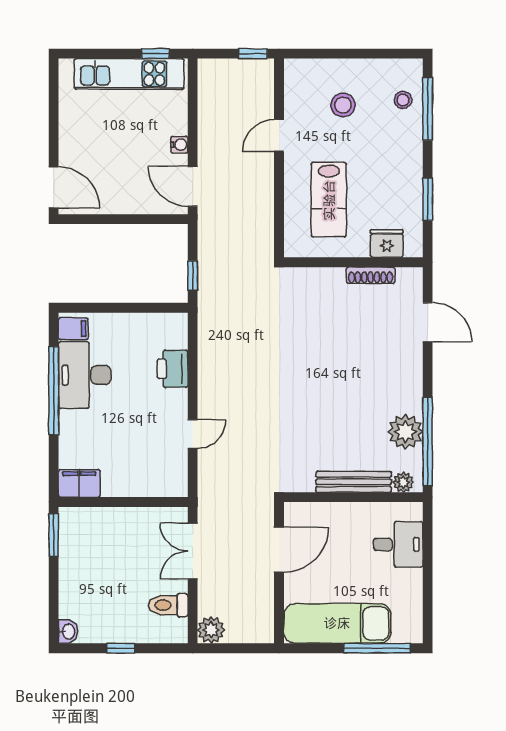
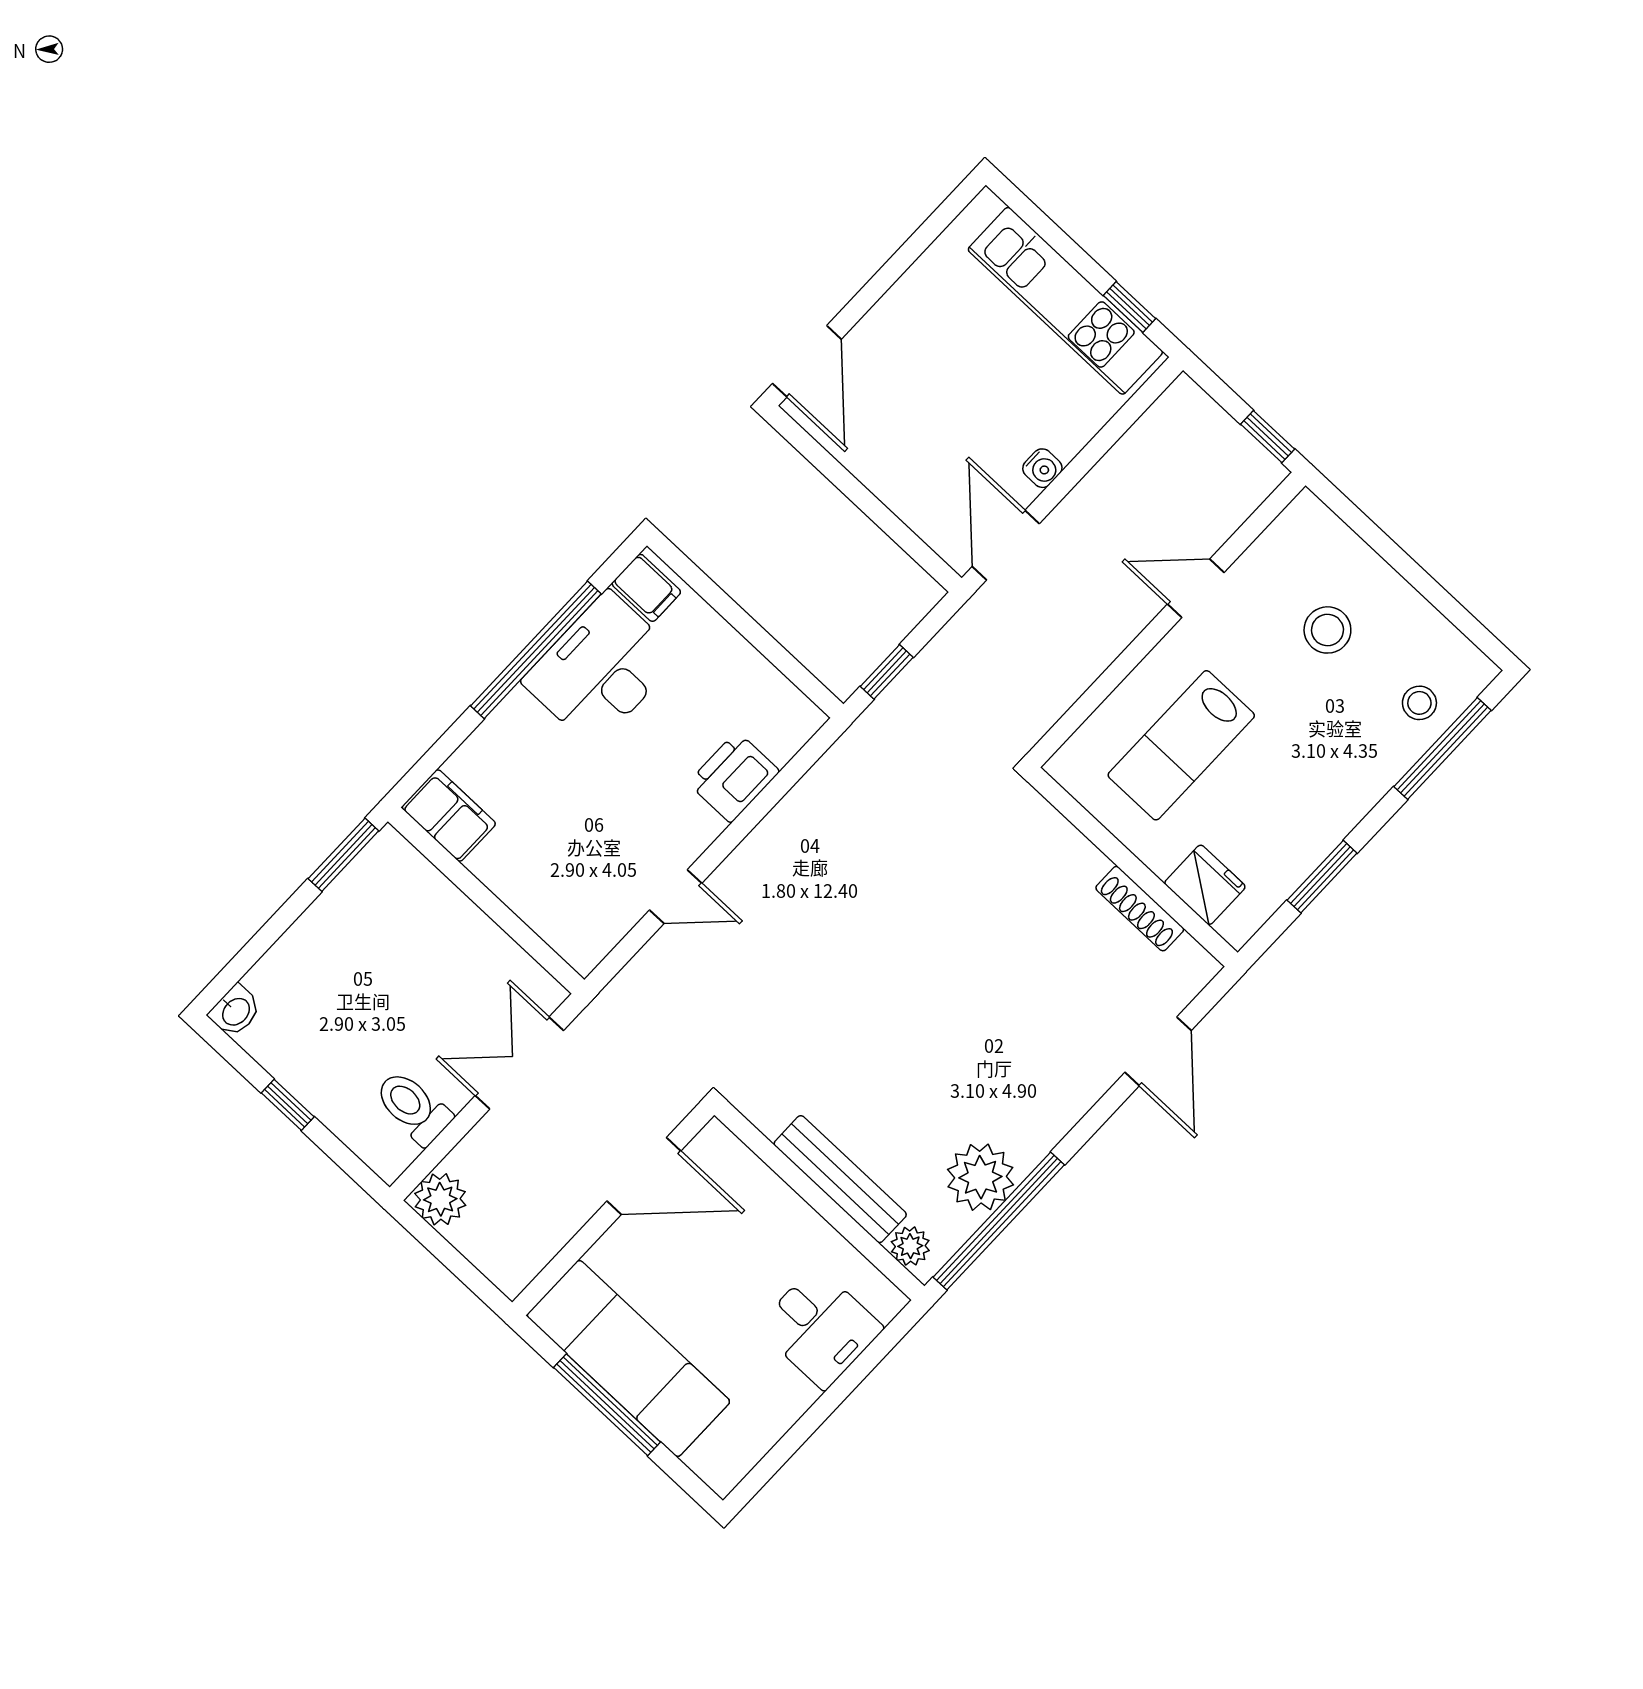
window: (377, 648) -> (607, 1405), moved

